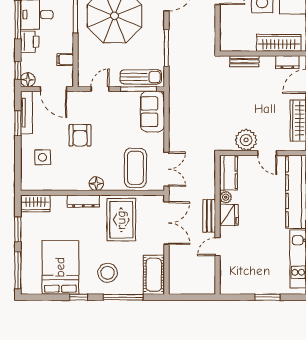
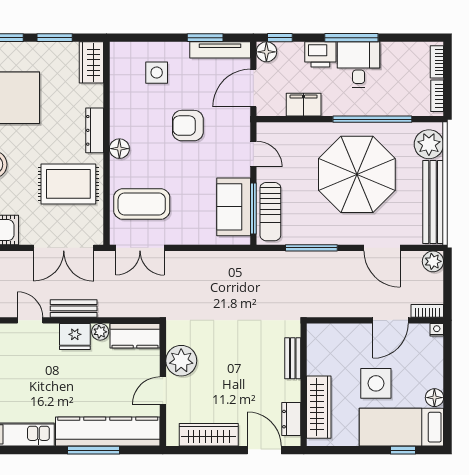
filing cabinet: (65, 60) -> (304, 105), width x2.00
sofa: (152, 112) -> (234, 207), moved, turned -90

